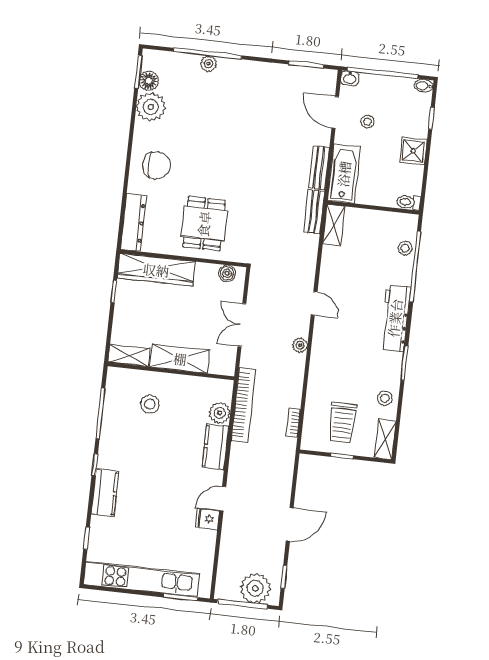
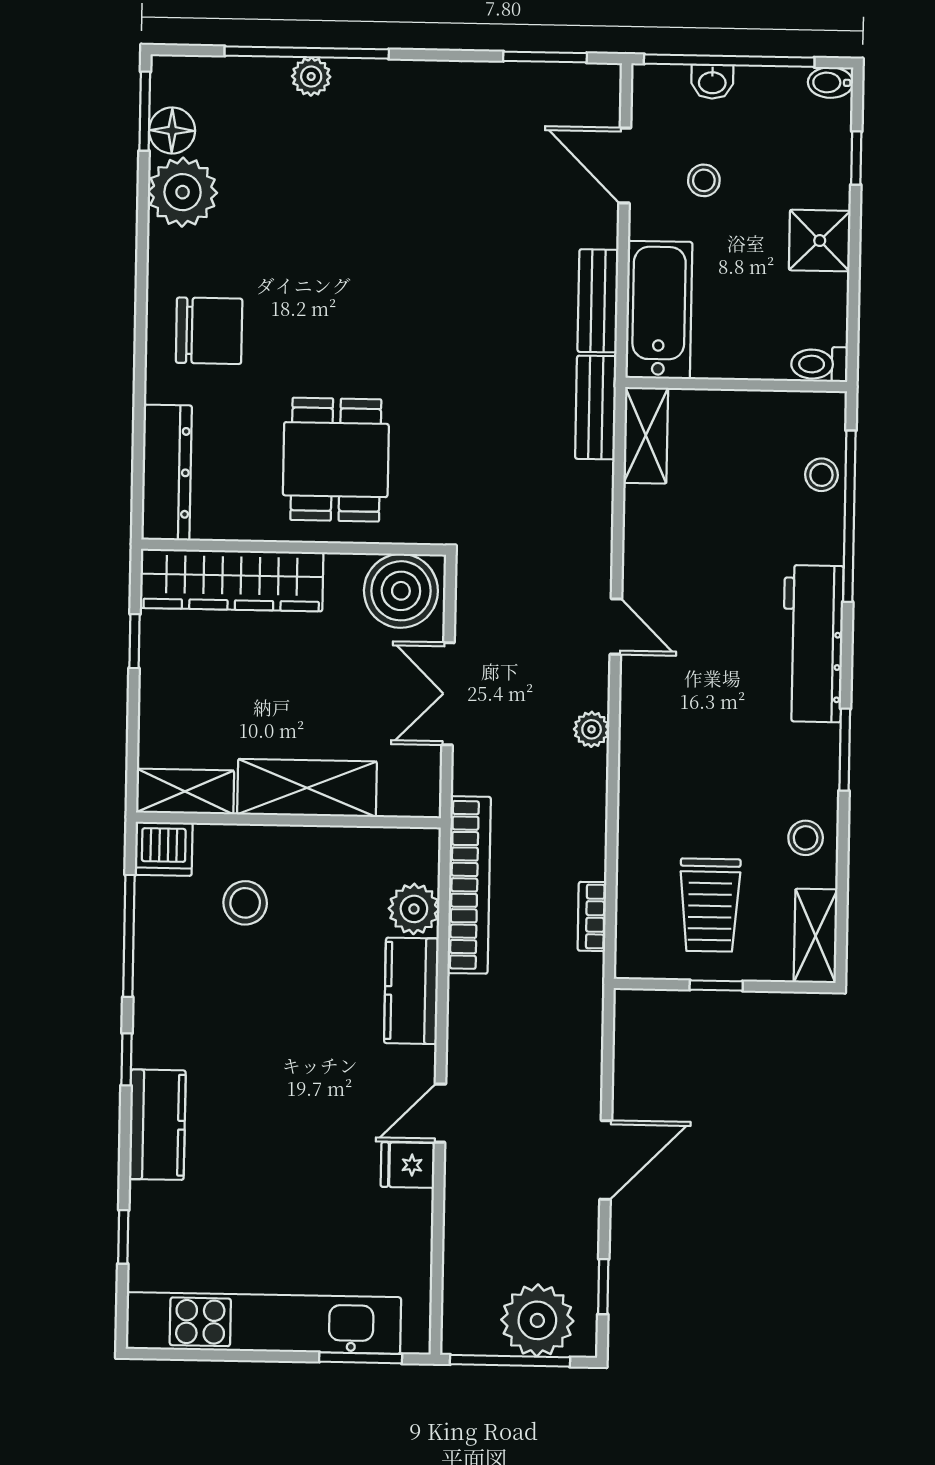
washbasin: (350, 78) -> (712, 82), moved
boiler: (227, 273) -> (401, 591), width x1.86, depth x1.86
dishwasher: (118, 379) -> (164, 849), added

